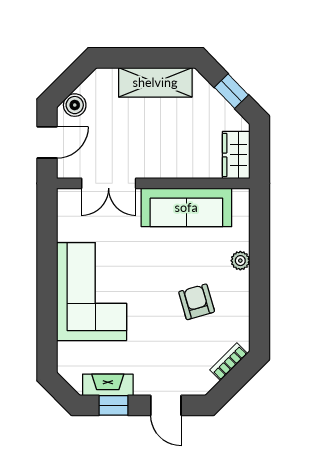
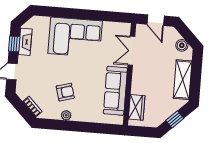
boiler: (75, 105) -> (182, 45), moved
wardrobe: (236, 155) -> (137, 107), moved, turned 90
plant: (240, 261) -> (66, 115), moved

